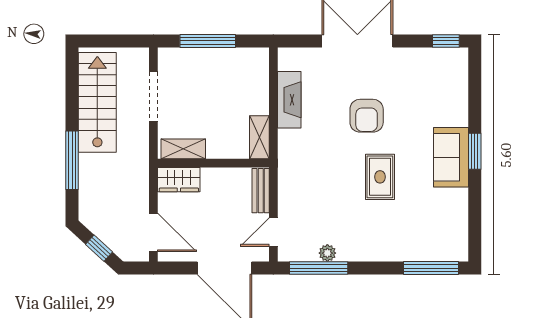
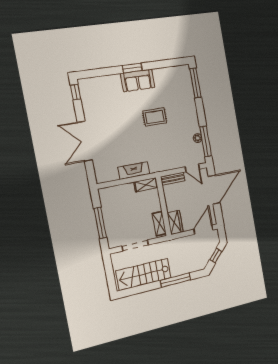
fireplace: (289, 100) -> (134, 171), moved
armchair: (367, 116) -> (124, 129), removed

